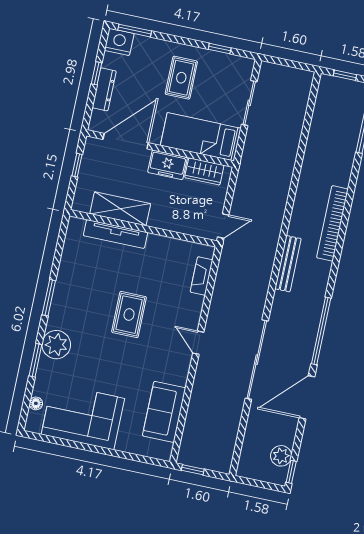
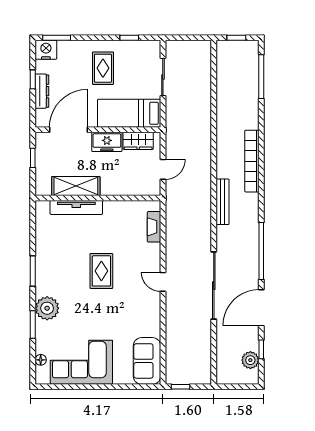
door: (223, 226) -> (163, 169), moved
sofa: (164, 412) -> (147, 361), moved
window: (291, 472) -> (261, 349), moved

